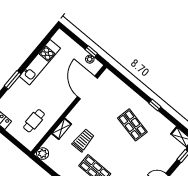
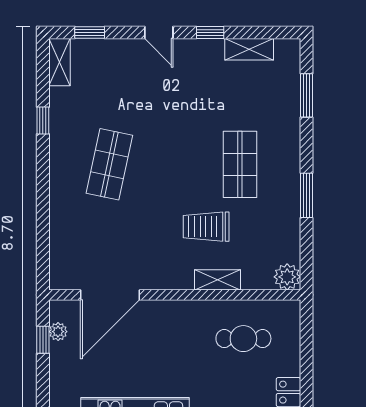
window: (155, 105) -> (43, 120), moved

